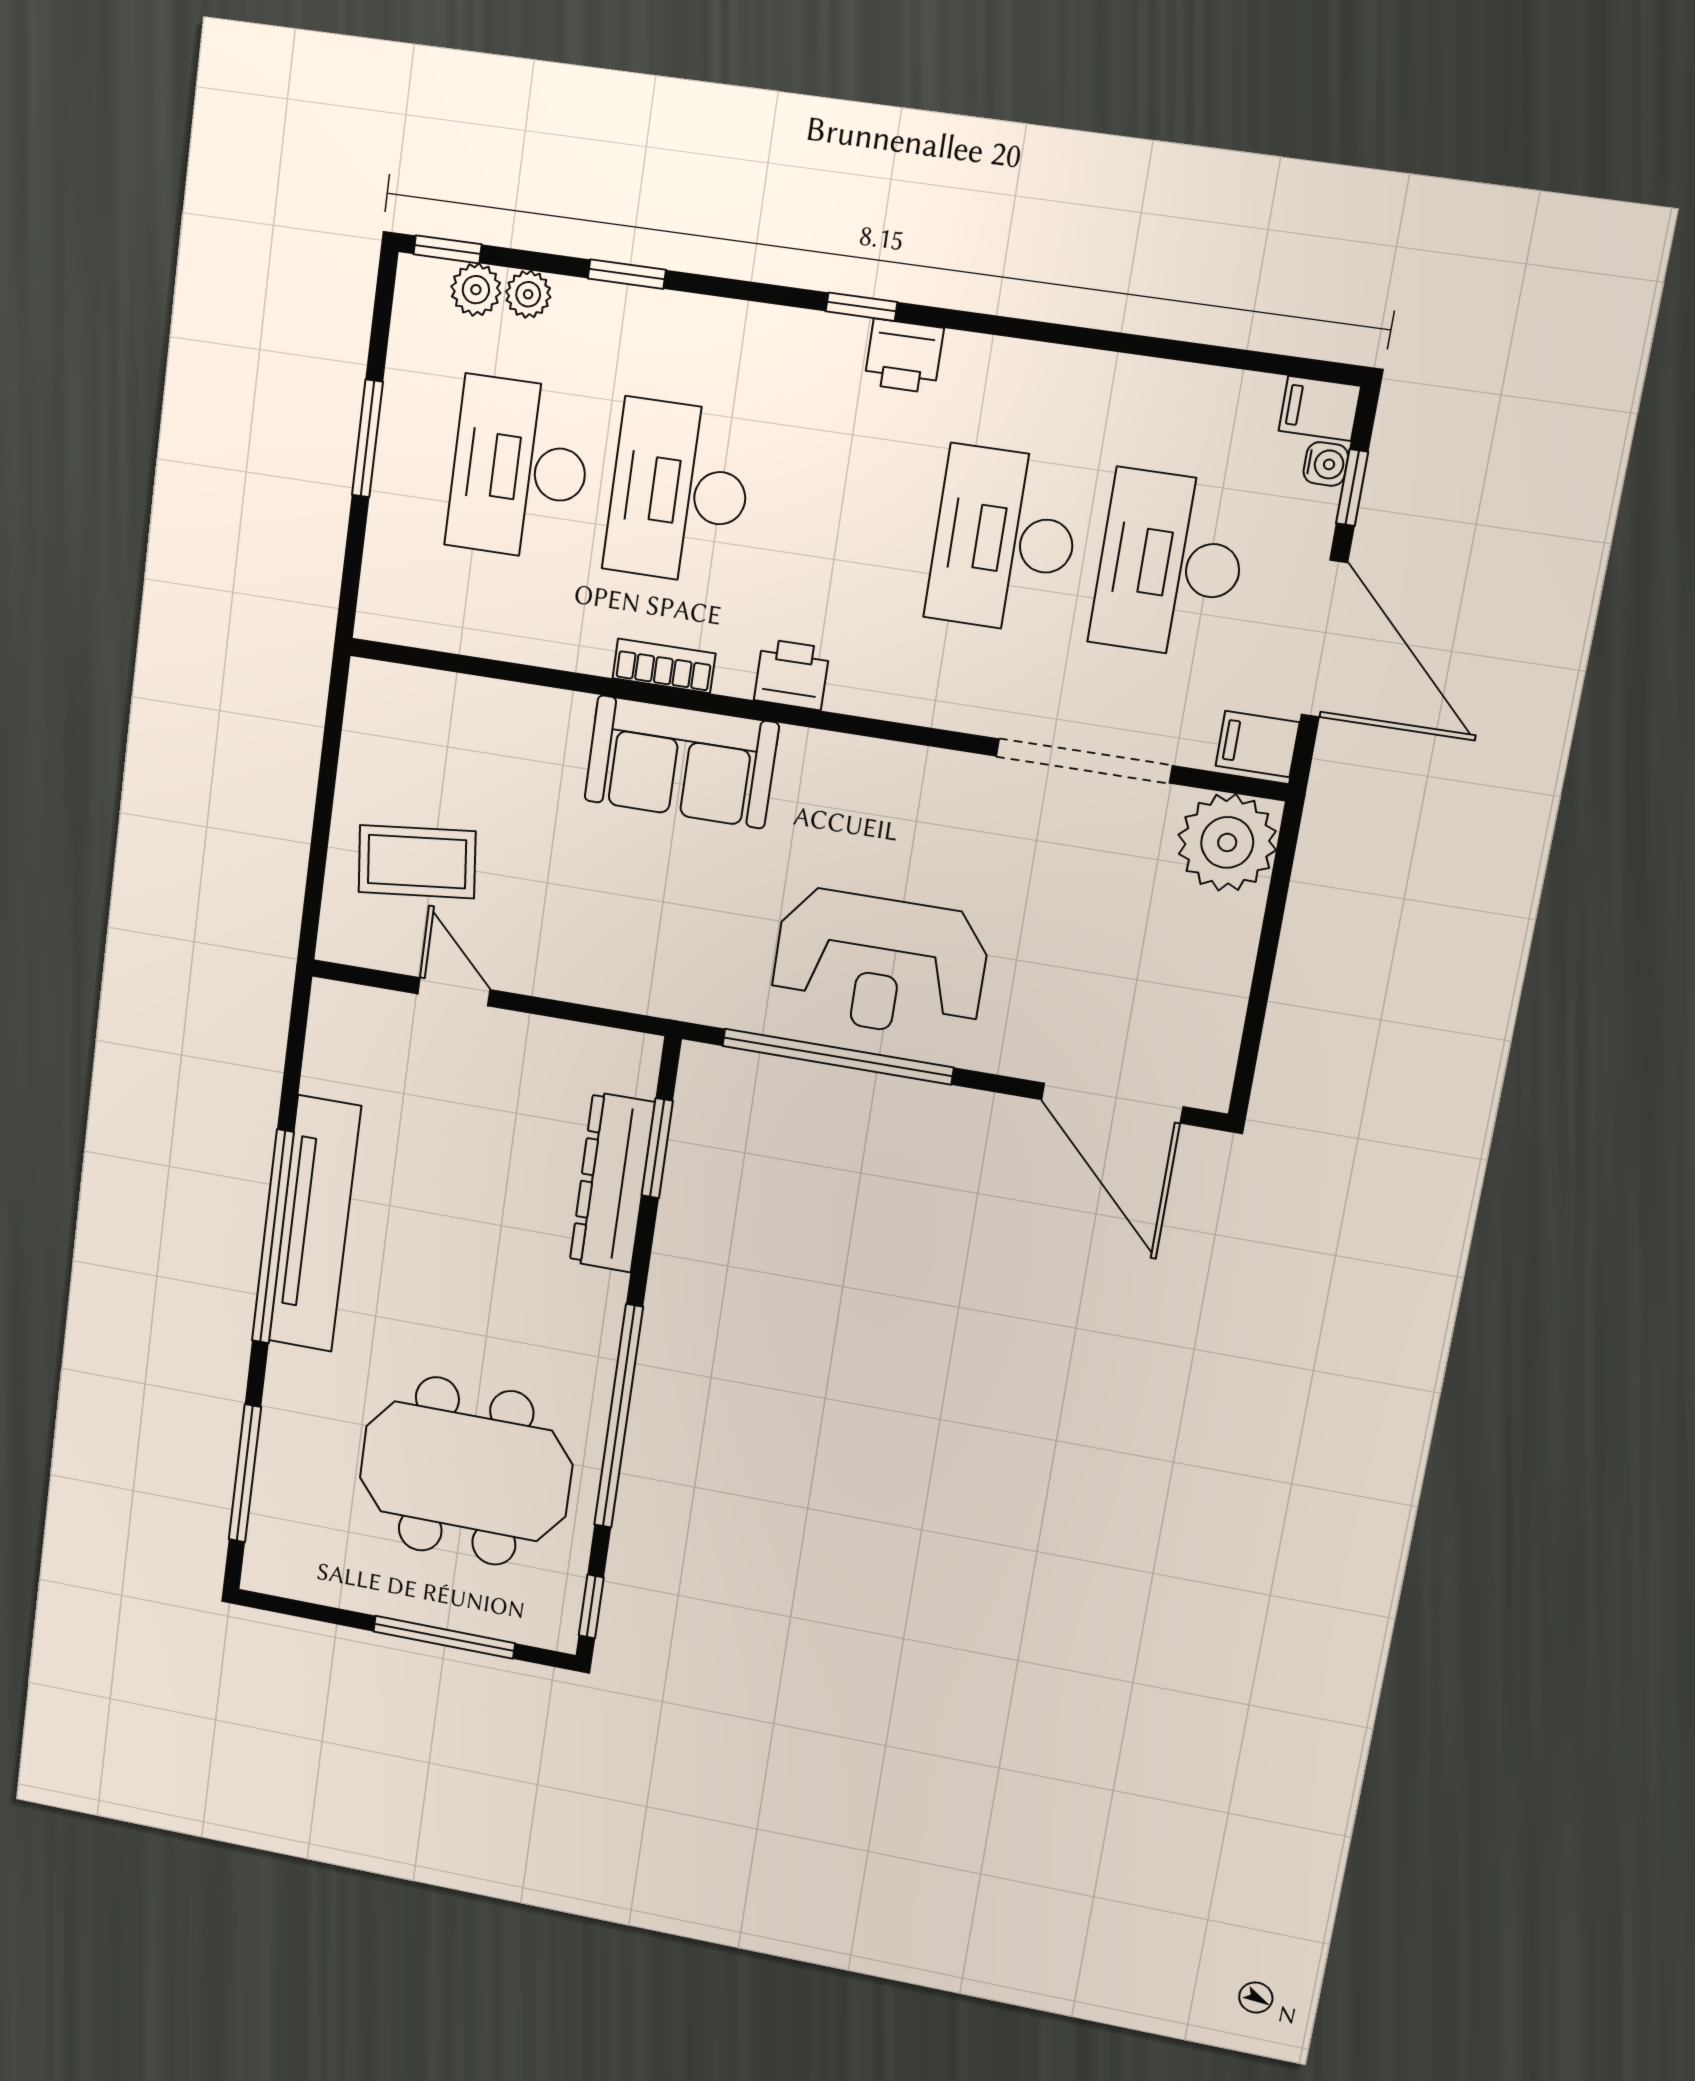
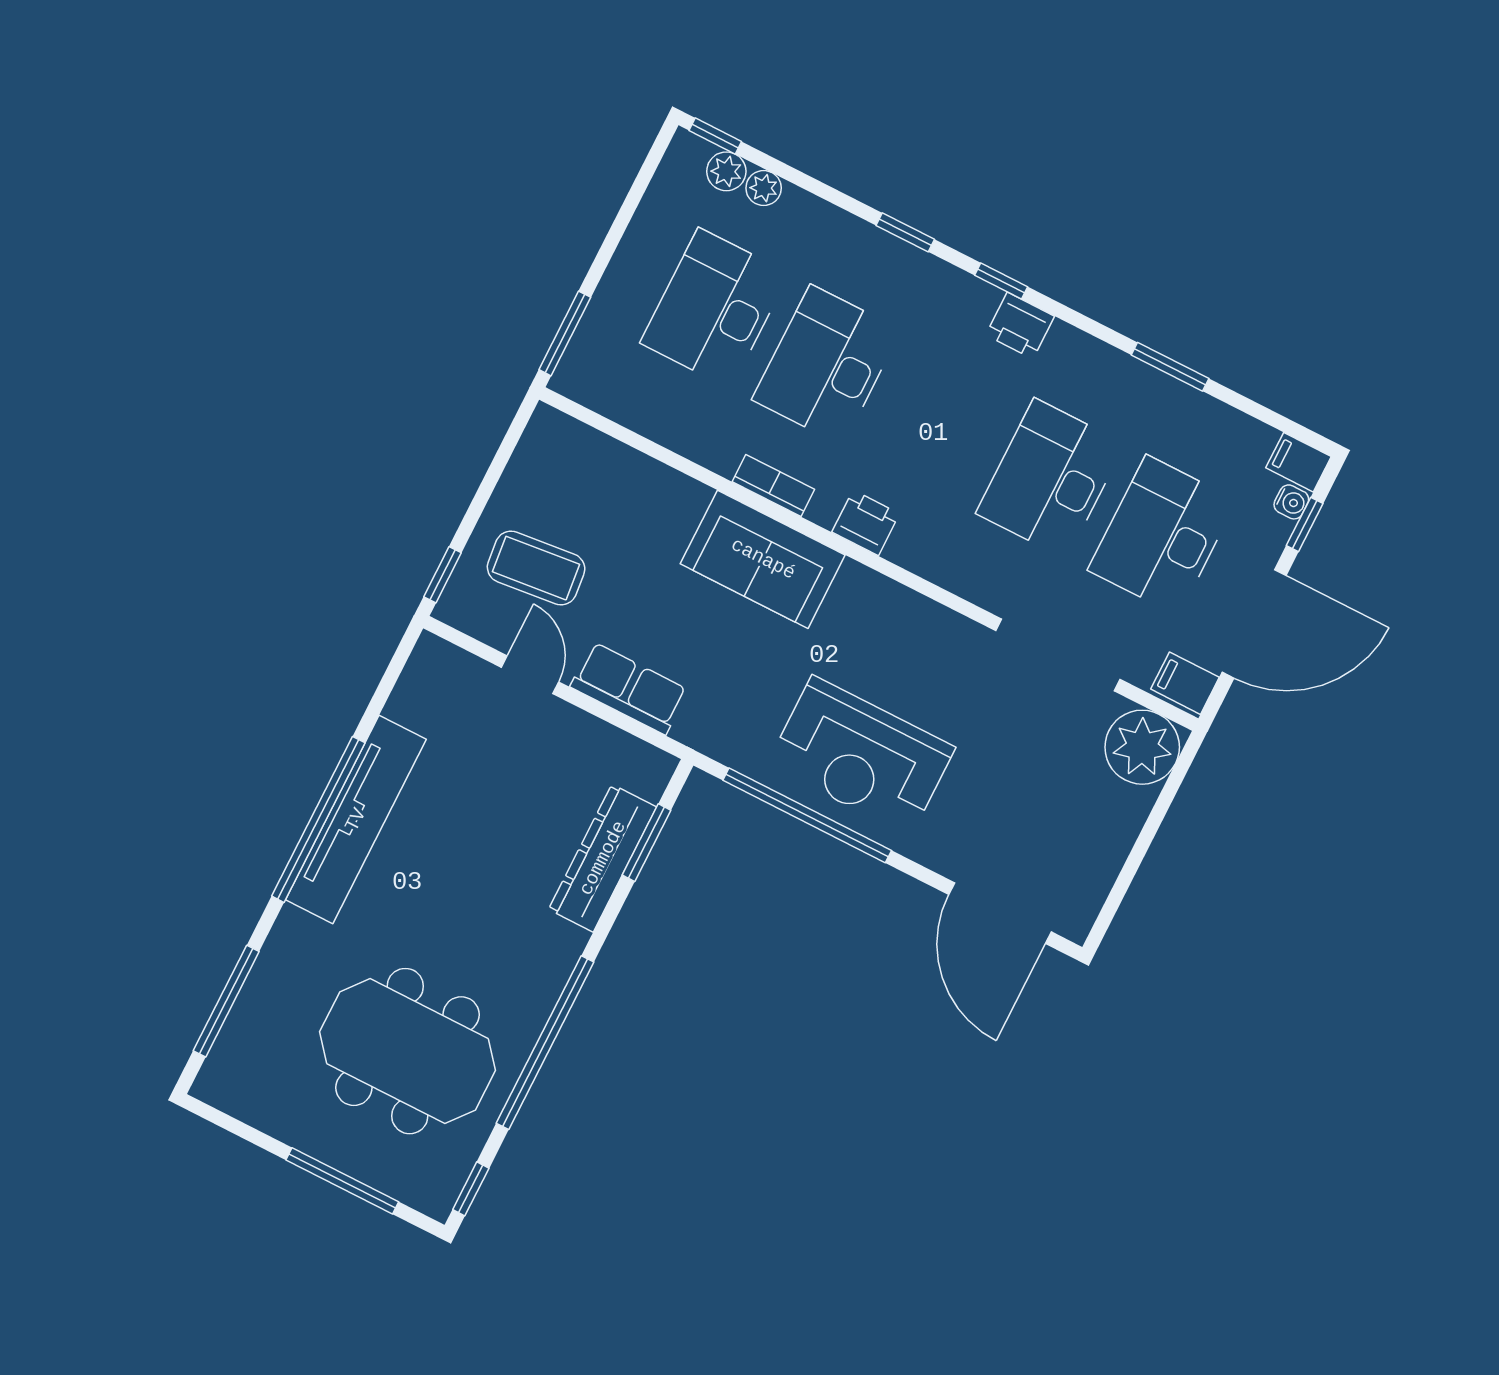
window: (627, 274) -> (905, 232), moved
window: (1113, 341) -> (1170, 367), added
window: (367, 438) -> (565, 333), moved
door: (1324, 639) -> (1254, 624), hinge flipped
window: (312, 906) -> (442, 575), added
row of seats: (575, 971) -> (629, 688), added

